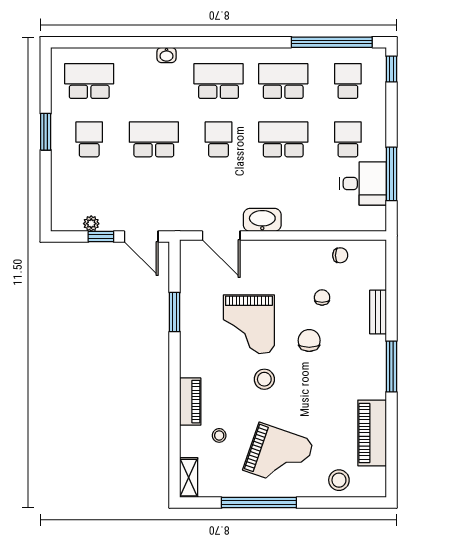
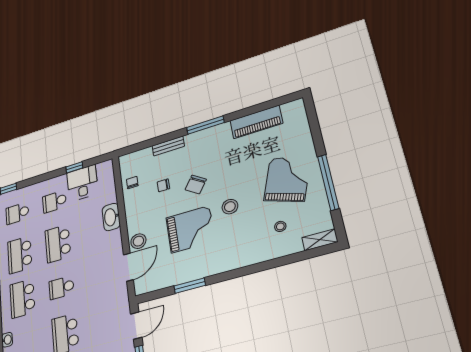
window: (391, 174) -> (74, 167), width x0.46
washbasin: (262, 220) -> (111, 217), moved
chair: (309, 340) -> (196, 184), turned -56
piano: (190, 402) -> (257, 255), removed
stool: (339, 480) -> (138, 241), moved

